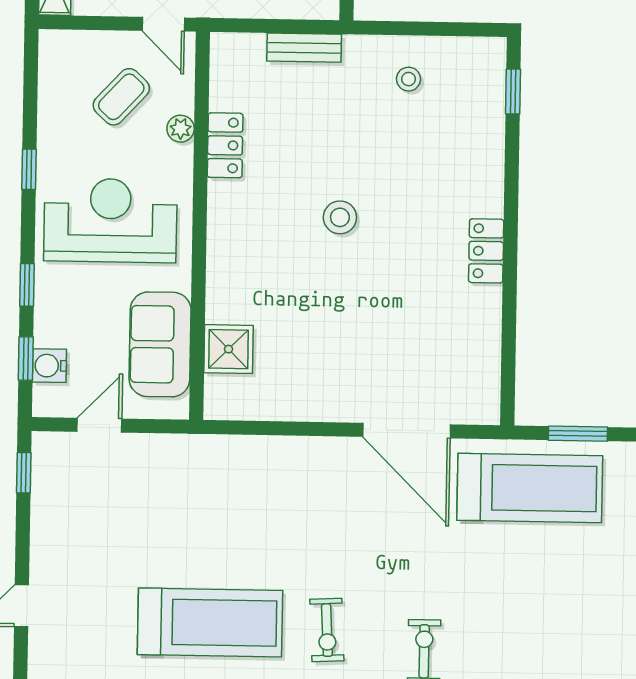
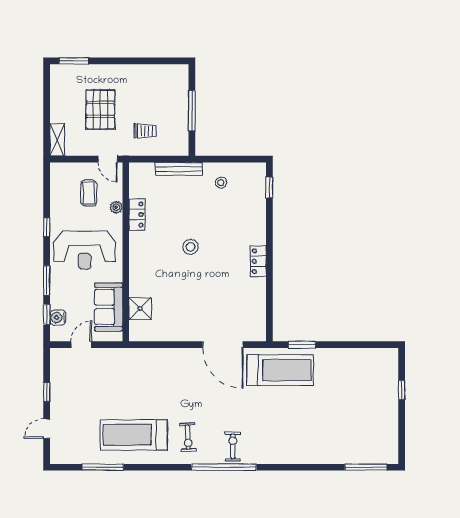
bench: (304, 48) -> (179, 169), width x1.36
coffee table: (121, 97) -> (89, 193), turned -43
reception desk: (110, 220) -> (85, 250), turned 180
window: (27, 285) -> (47, 281), width x1.50
window: (24, 473) -> (47, 392), moved
treadmill: (210, 623) -> (134, 435), turned 180

